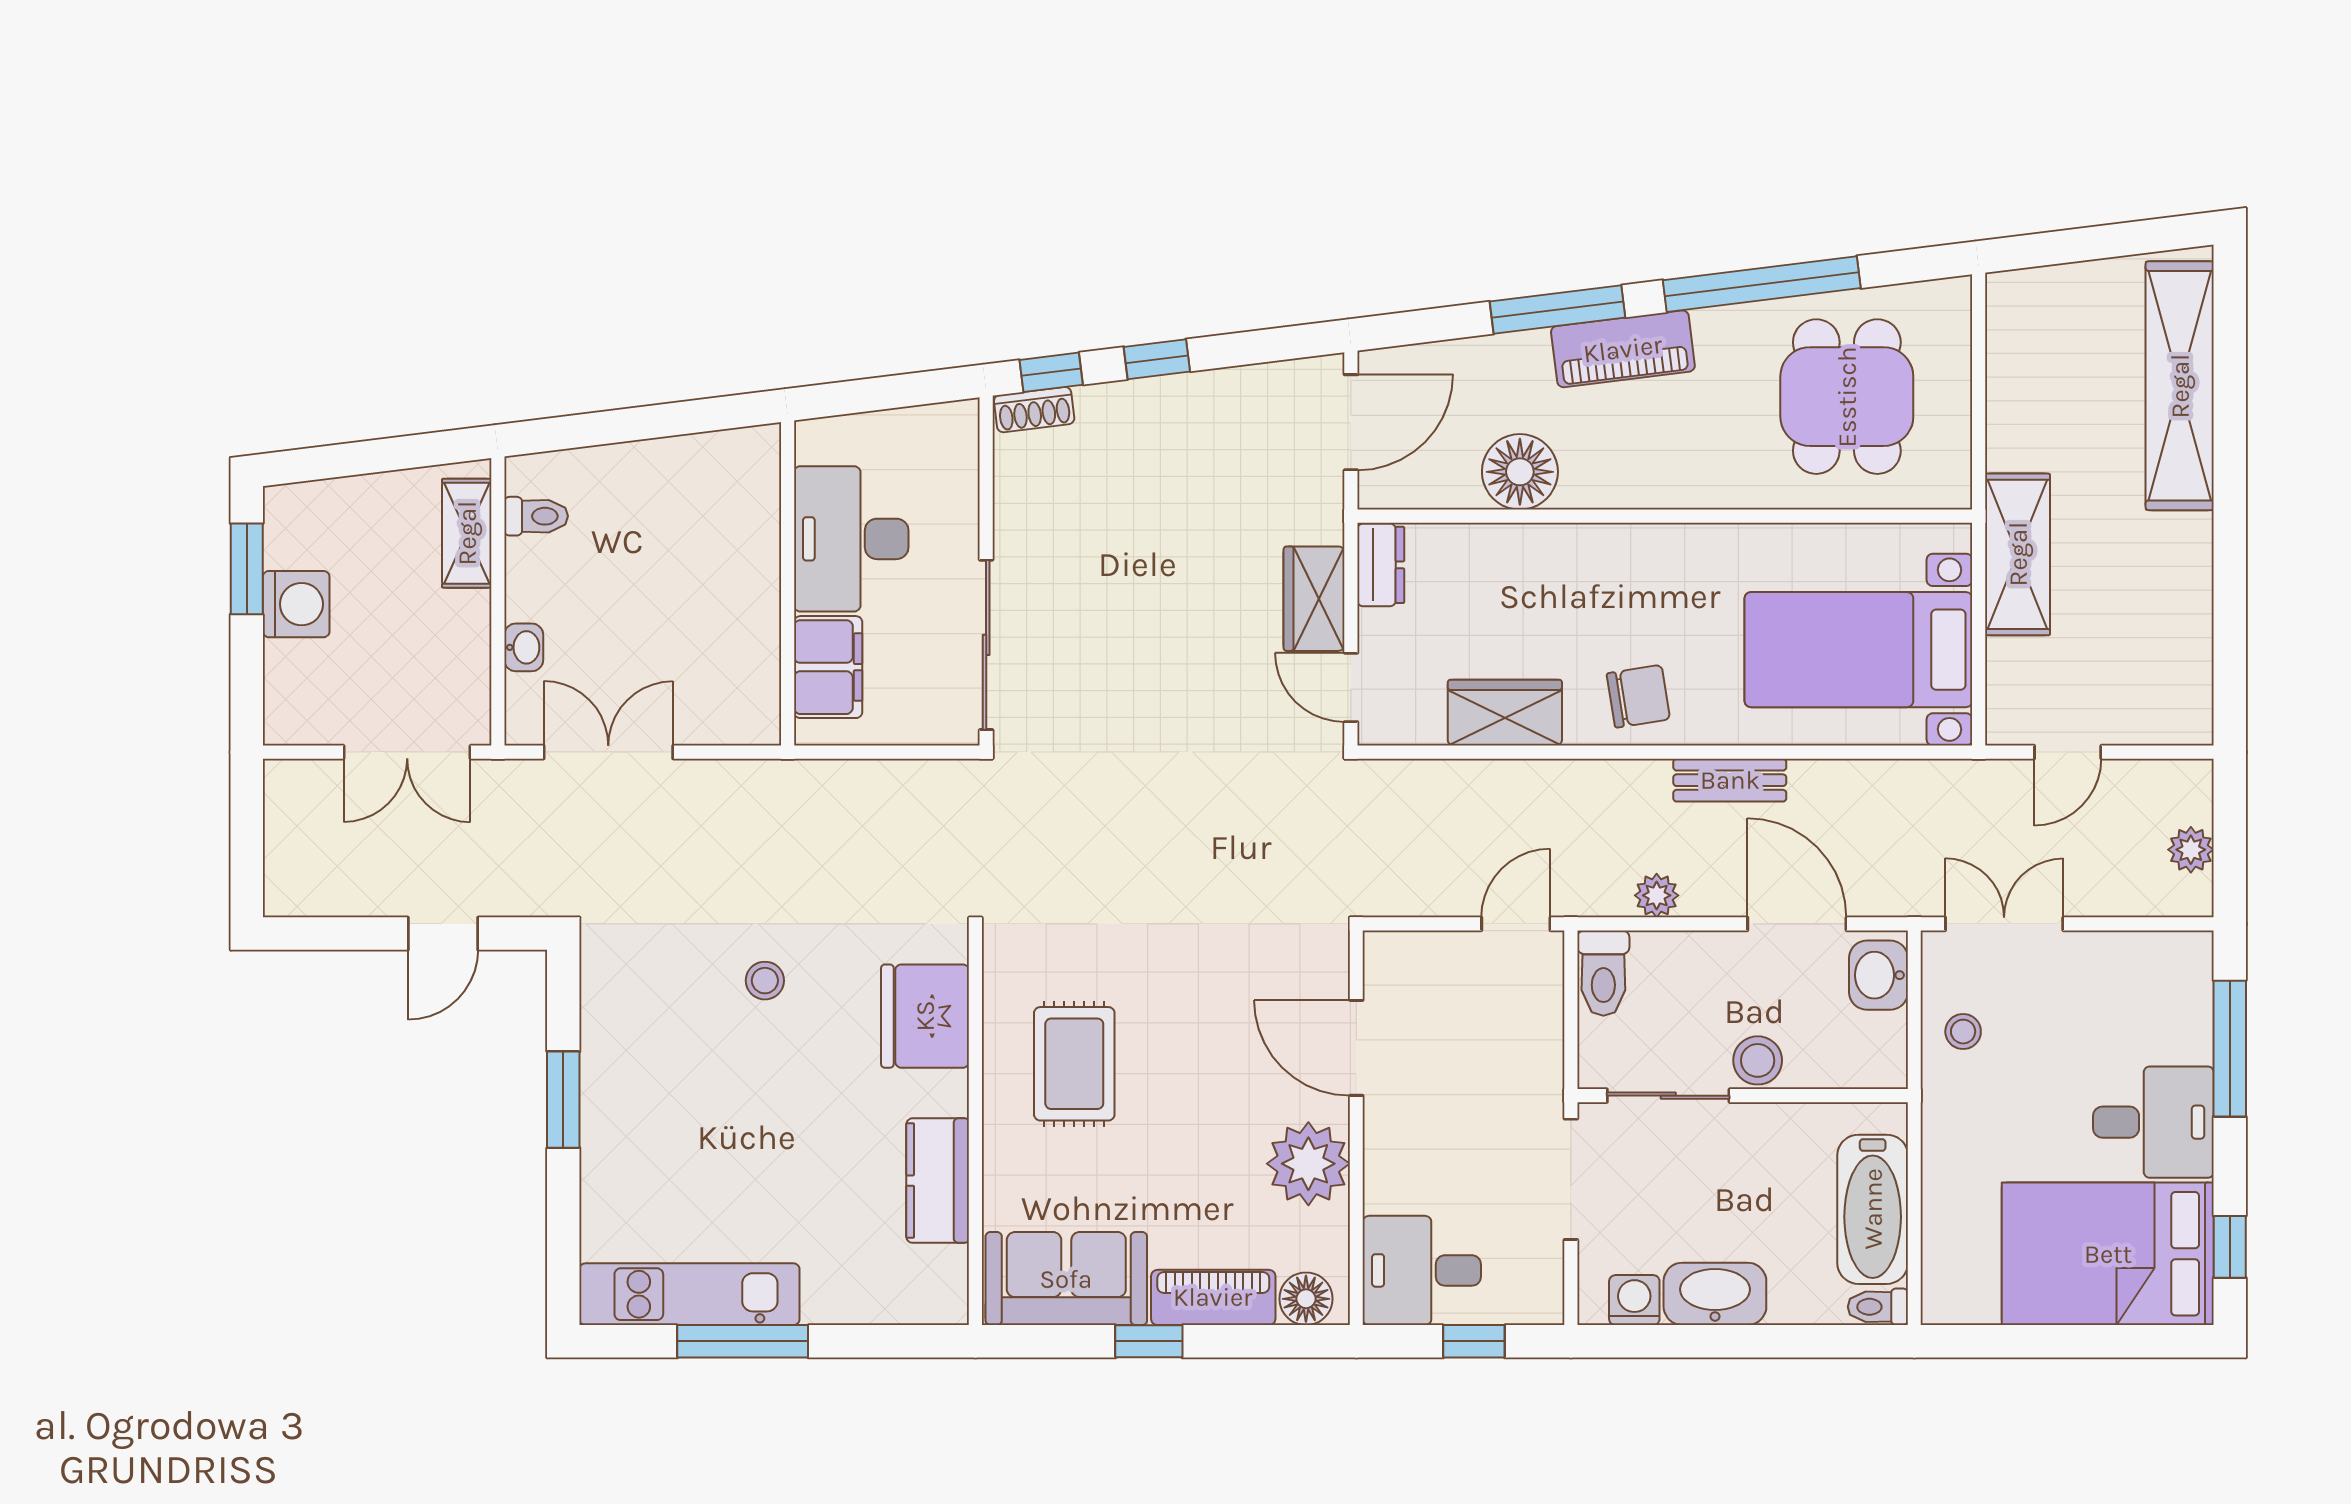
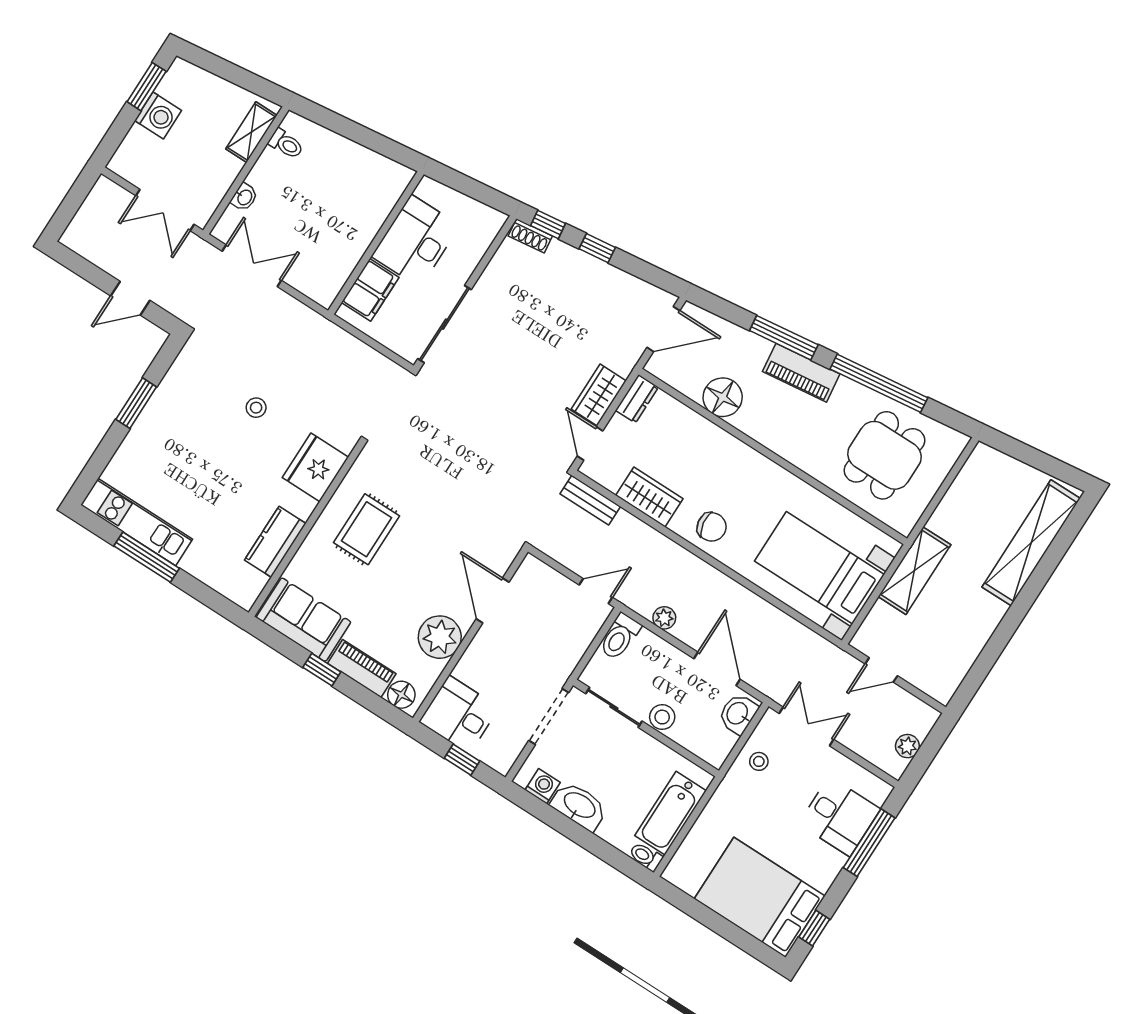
bench: (1730, 780) -> (590, 500), moved
desk: (2153, 1122) -> (839, 816), moved

